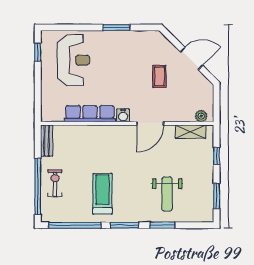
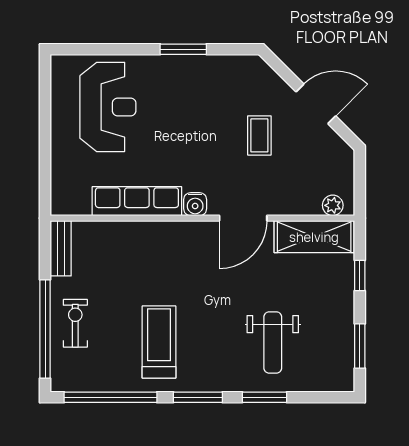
window: (38, 52) -> (45, 93), removed
shelving: (191, 132) -> (314, 237), width x1.50, depth x1.33

